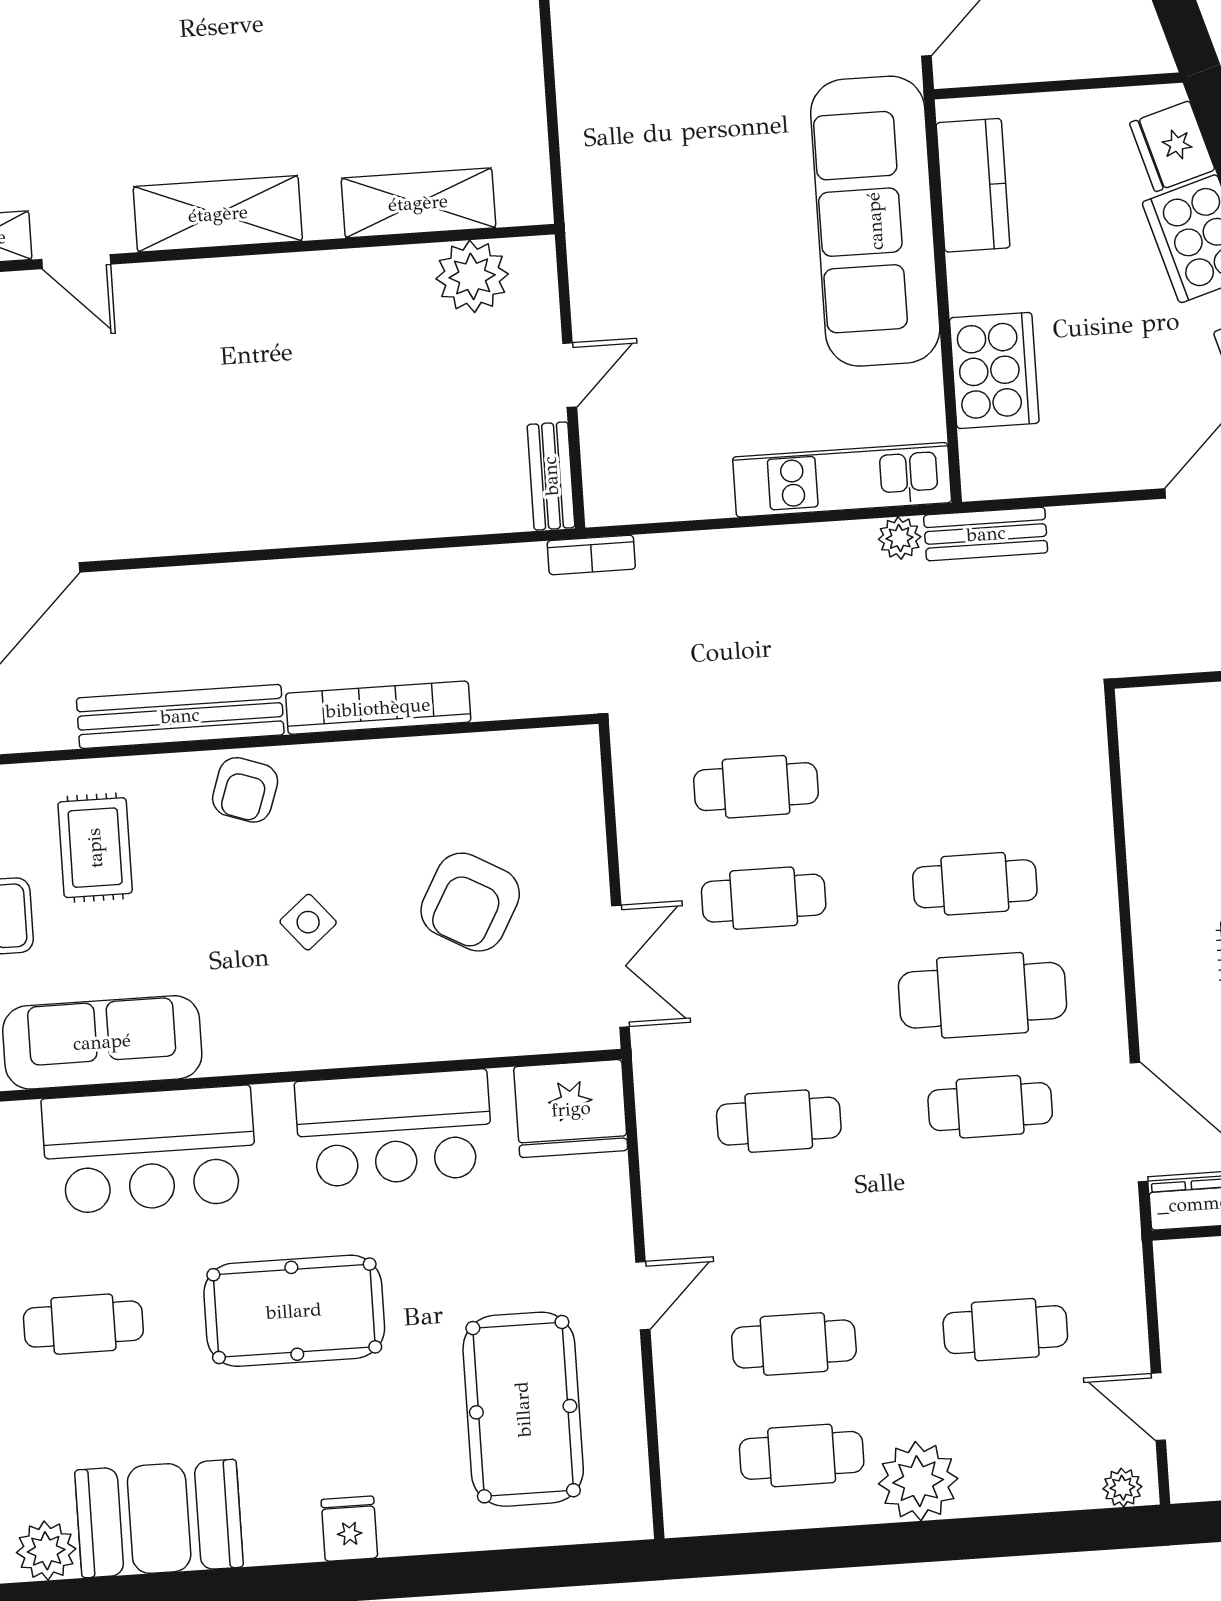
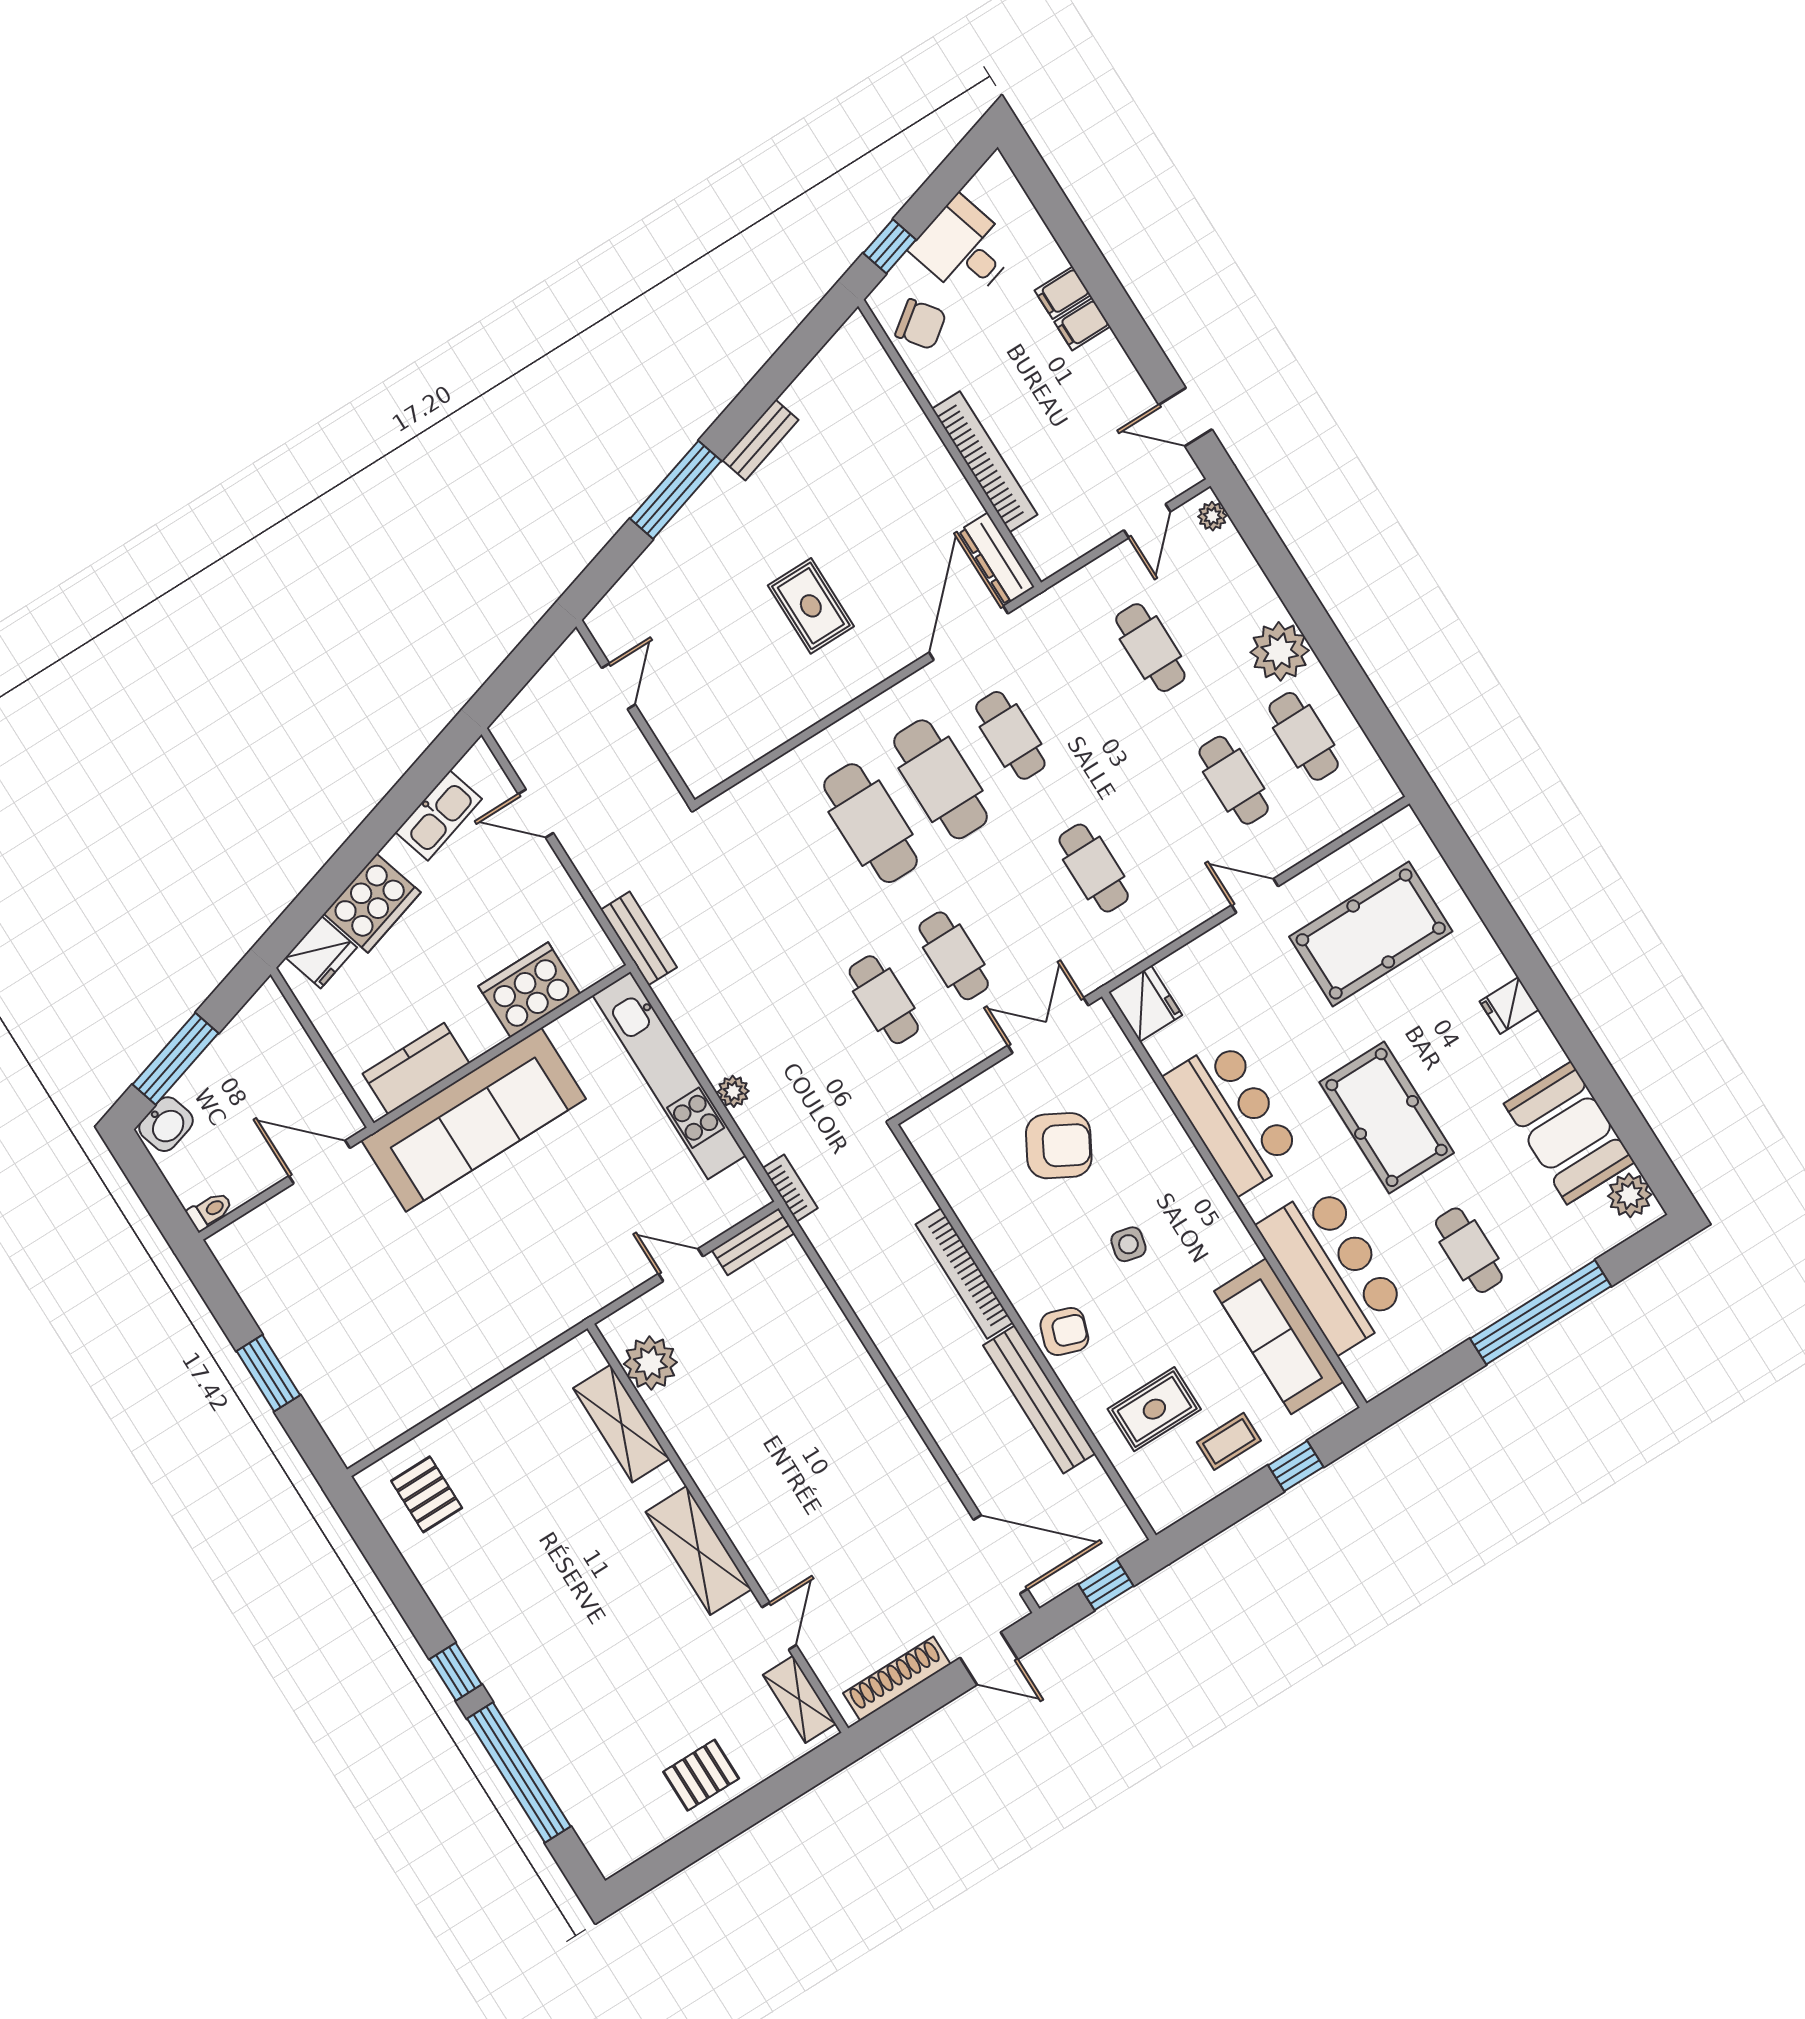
kitchen unit: (842, 480) -> (669, 1075), width x1.36
plant: (900, 538) -> (733, 1091), moved
cafe table: (975, 884) -> (871, 823), width x1.37, depth x1.35
side table: (308, 922) -> (1128, 1244), turned -36
fridge: (571, 1109) -> (1145, 1004), width x0.73, depth x0.75

